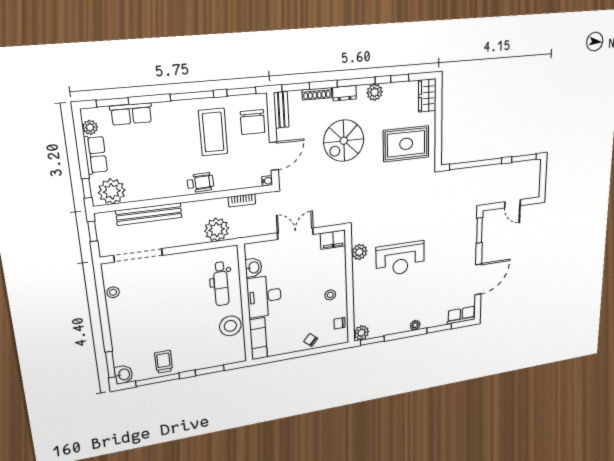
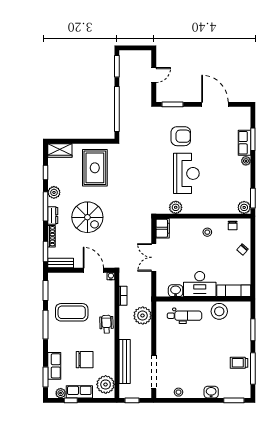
chair: (253, 122) -> (85, 360), moved
window: (87, 188) -> (71, 400), moved
armchair: (443, 246) -> (181, 136), added
row of seats: (461, 315) -> (244, 143), moved
washbasin: (124, 374) -> (211, 392), moved

